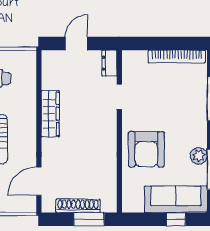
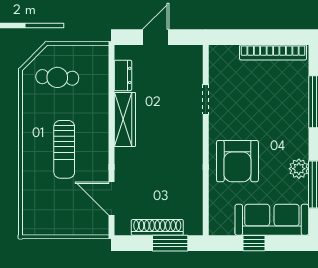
dresser: (109, 63) -> (123, 75), moved, turned 180
door: (39, 181) -> (111, 198), hinge flipped
window: (176, 219) -> (254, 243), moved

